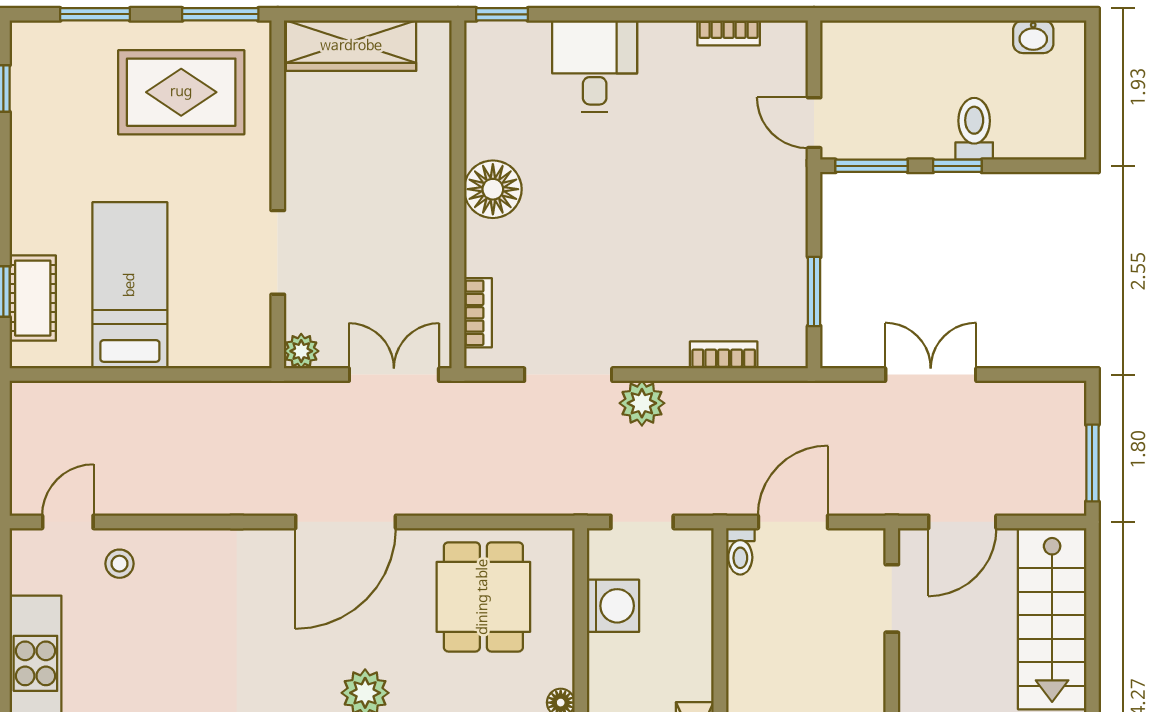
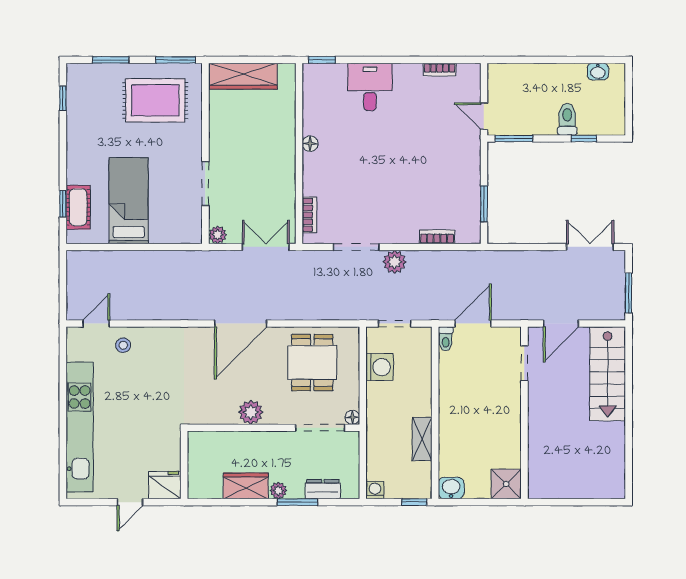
window: (957, 166) -> (584, 139), moved
floor lamp: (493, 189) -> (310, 144), width x0.53, depth x0.53
double door: (931, 375) -> (590, 247), moved

